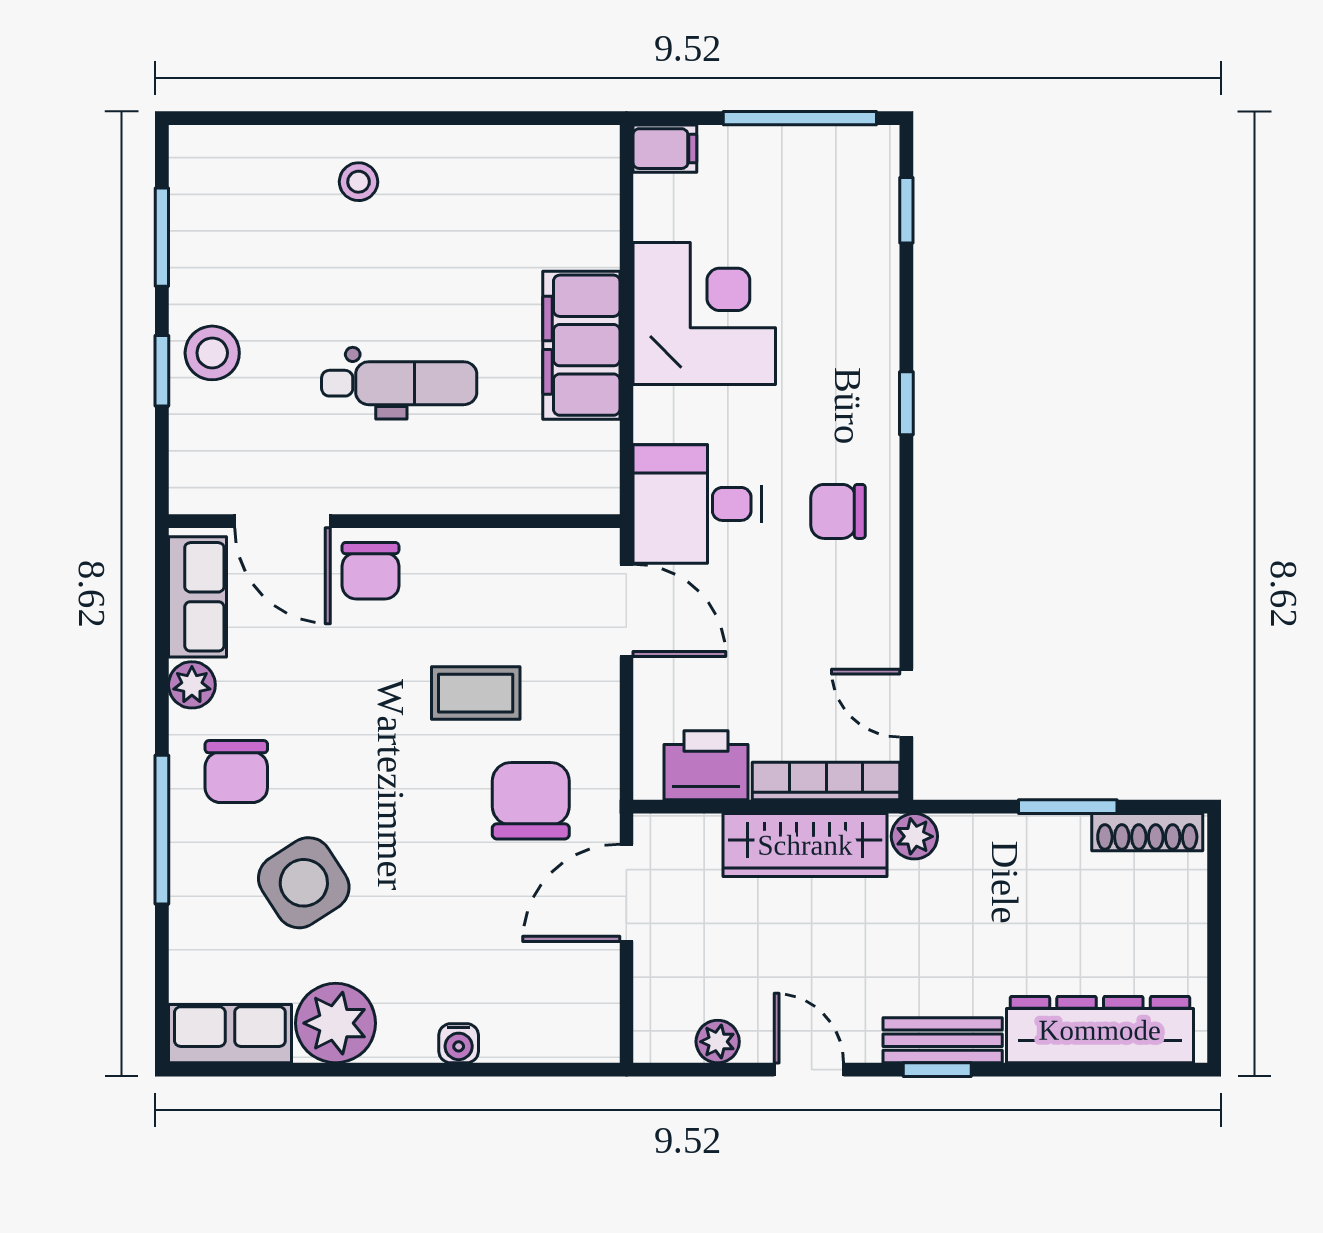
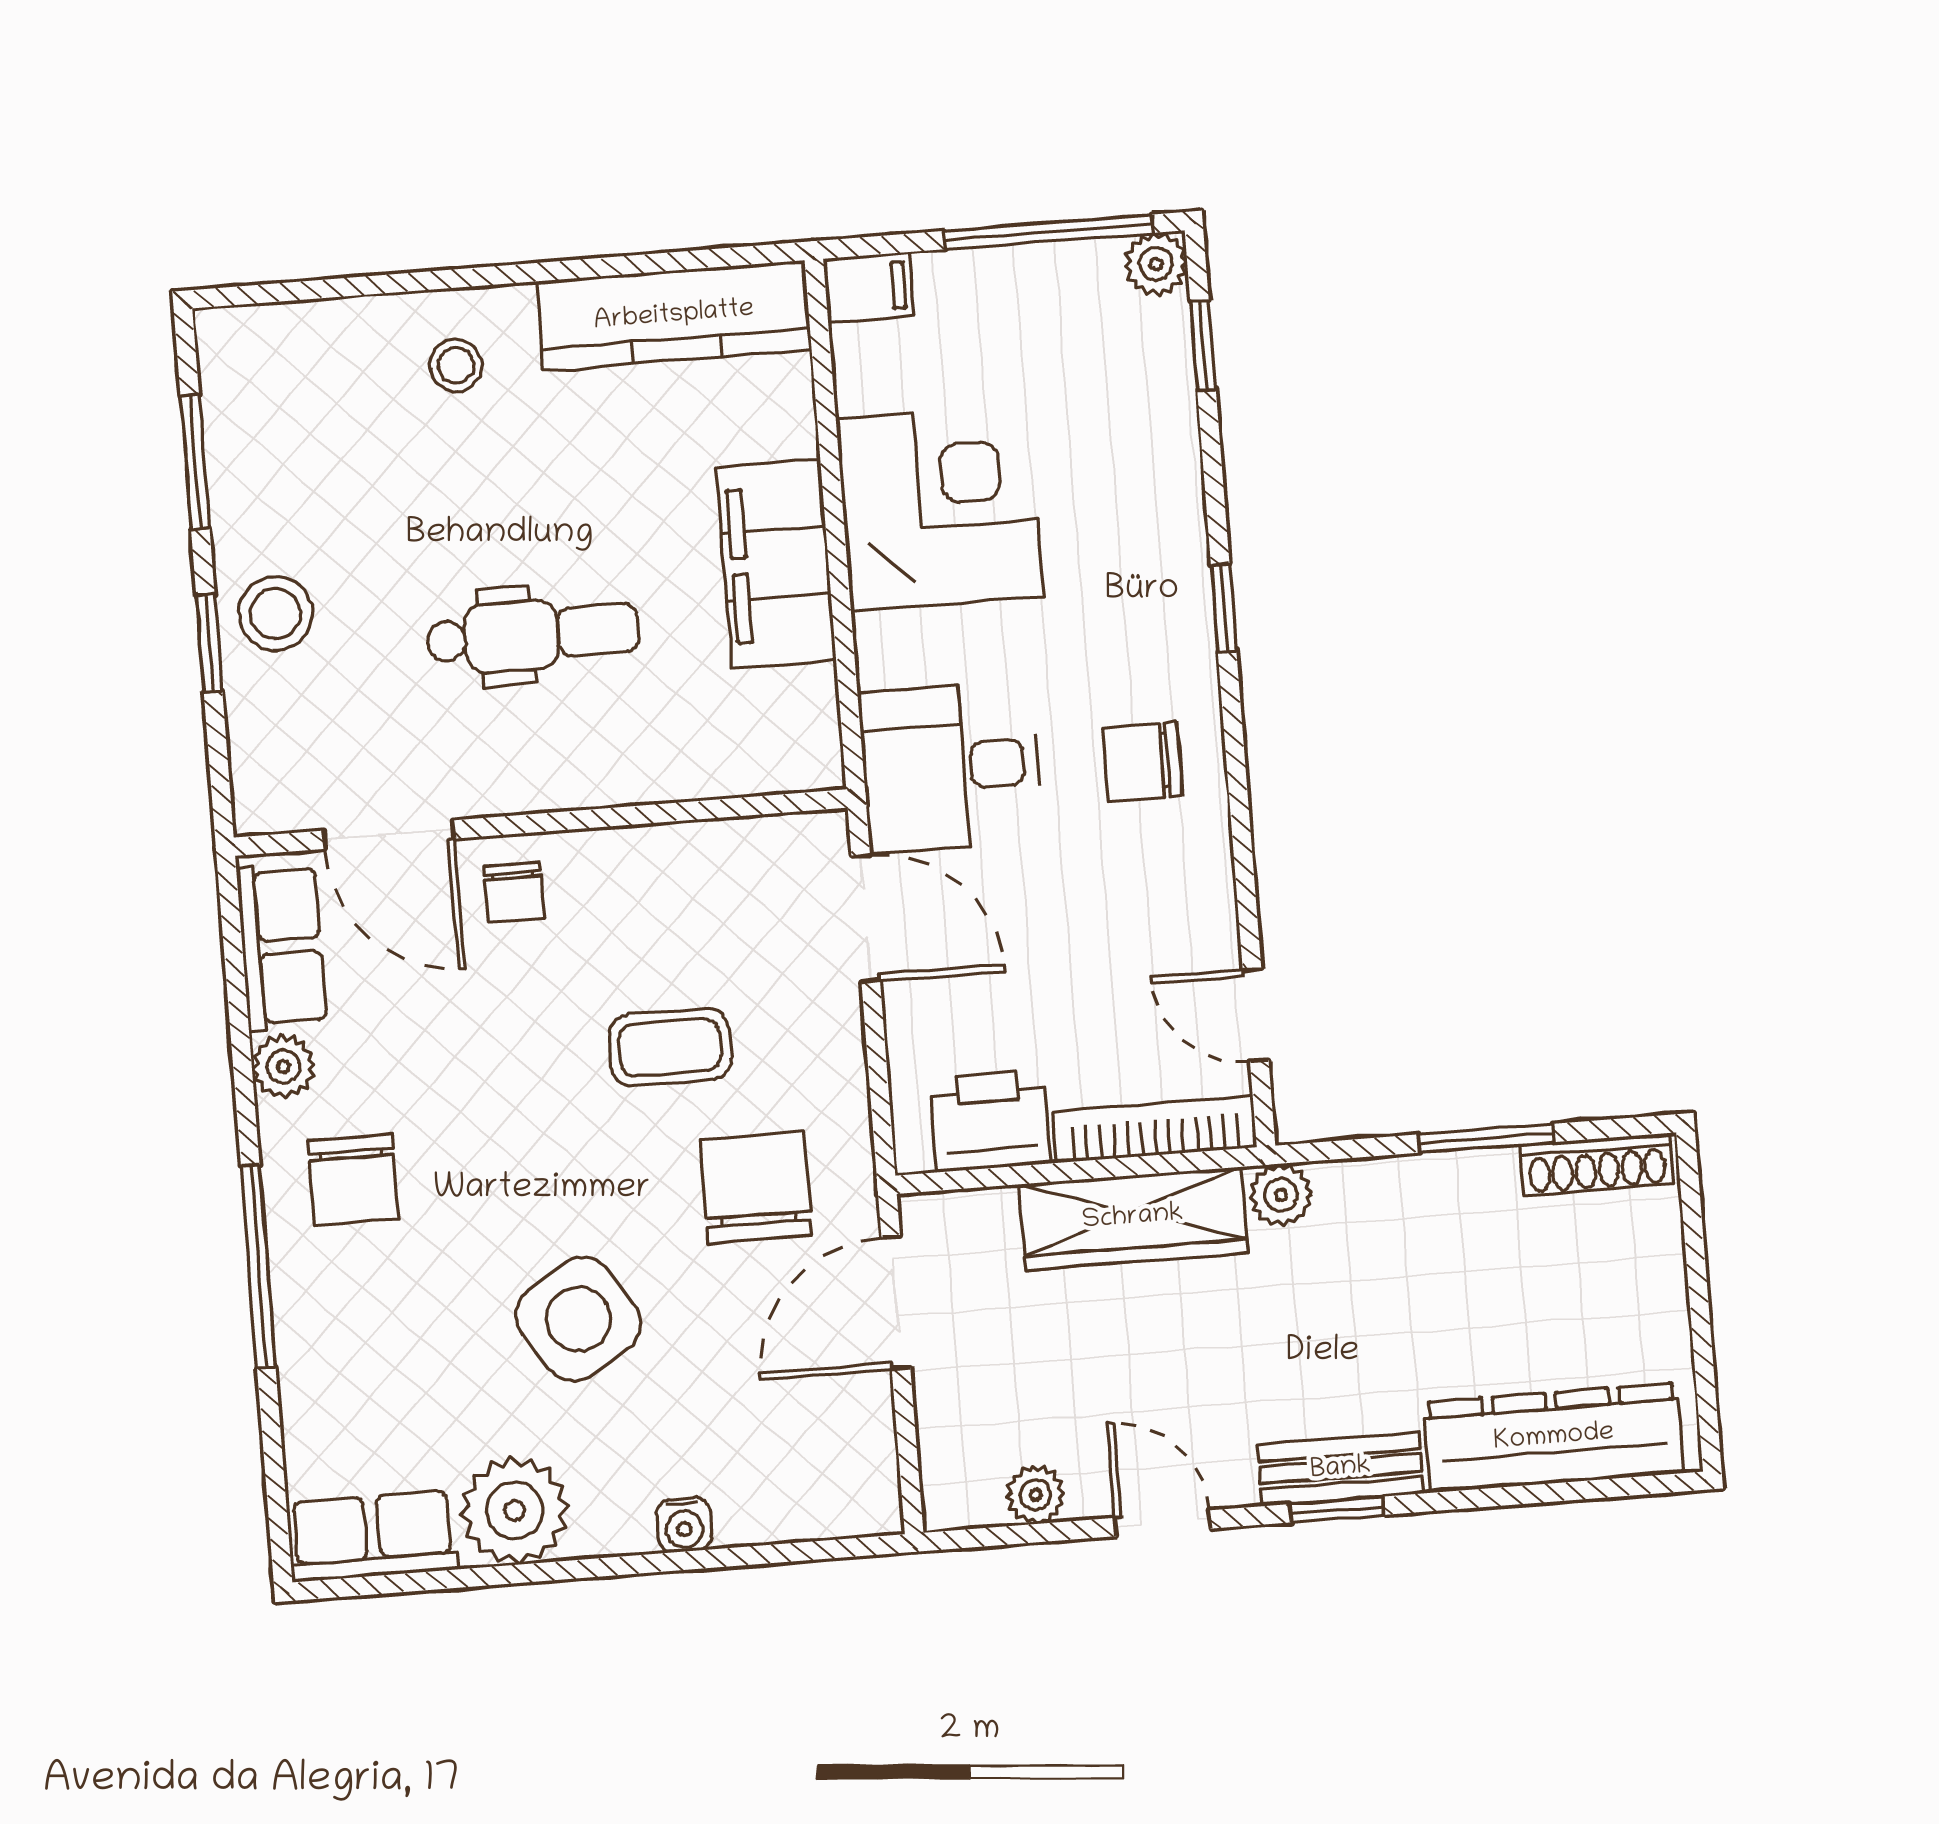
plant: (877, 148) -> (1156, 264), added
kitchen counter: (521, 158) -> (674, 316), added
chair: (370, 571) -> (514, 893), width x0.73, depth x0.73
side table: (304, 883) -> (578, 1319), moved

